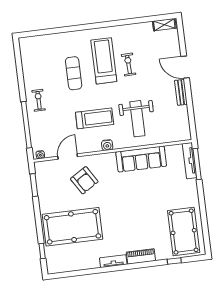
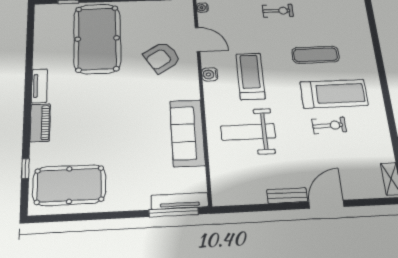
treadmill: (95, 118) -> (250, 76), turned 180
water cooler: (107, 145) -> (210, 74), moved

